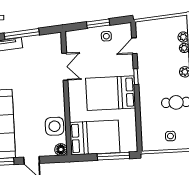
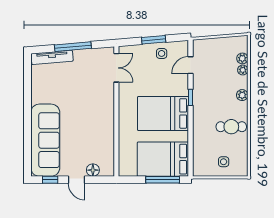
double door: (65, 67) -> (116, 68), moved
side table: (54, 126) -> (102, 145), removed
bed: (95, 137) -> (163, 159), moved, turned 180
floor lamp: (61, 150) -> (93, 170), moved

